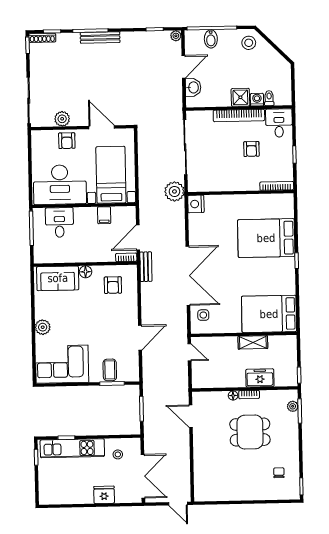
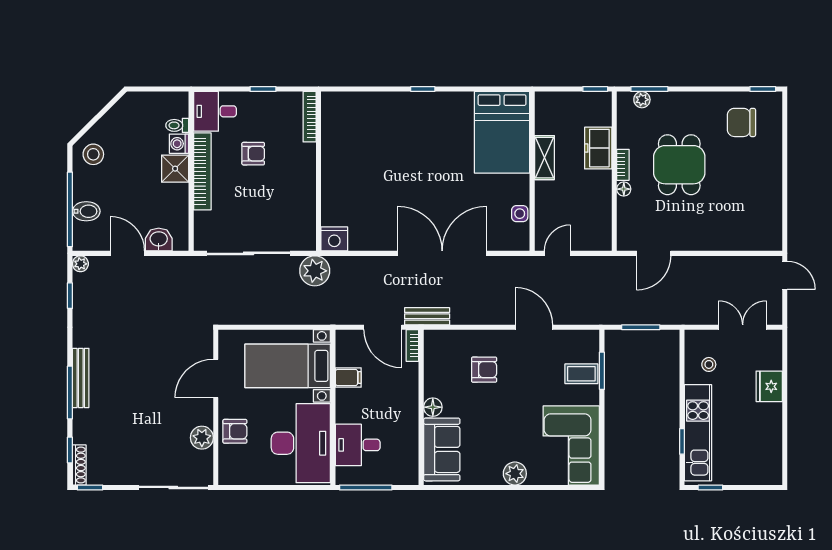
bed: (266, 238) -> (388, 134), removed
armchair: (113, 285) -> (484, 370), moved
side table: (203, 315) -> (520, 214), moved
chair: (279, 473) -> (741, 122), width x1.87, depth x1.87
double door: (143, 476) -> (743, 327), width x0.73
door: (178, 504) -> (785, 275), hinge flipped

